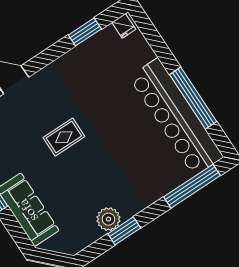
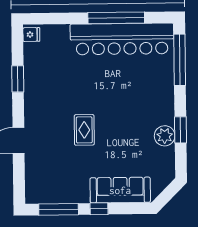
window: (85, 32) -> (18, 79), moved

